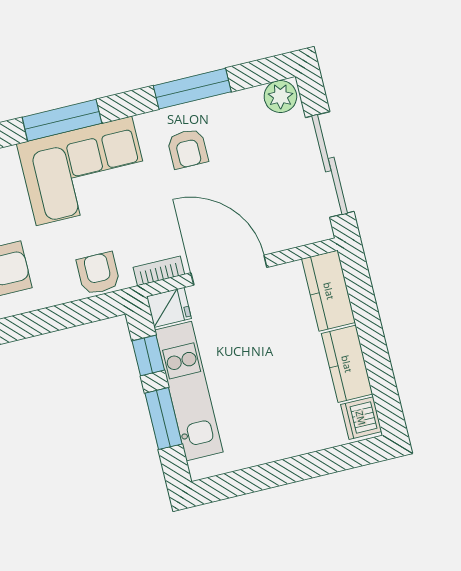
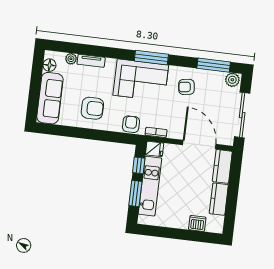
window: (192, 89) -> (214, 65), moved
window: (62, 120) -> (151, 58), moved
armchair: (188, 149) -> (186, 87), turned 82
door: (229, 270) -> (199, 145), moved
dishwasher: (361, 418) -> (197, 223), moved, turned 90

